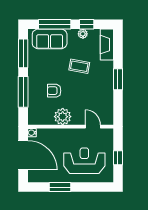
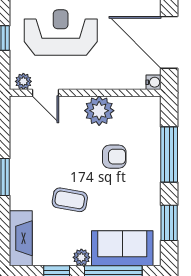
plant: (83, 34) -> (81, 257), moved
window: (23, 53) -> (169, 223), width x0.69
plant: (105, 133) -> (23, 81), added
reception desk: (84, 161) -> (61, 33), turned 180

